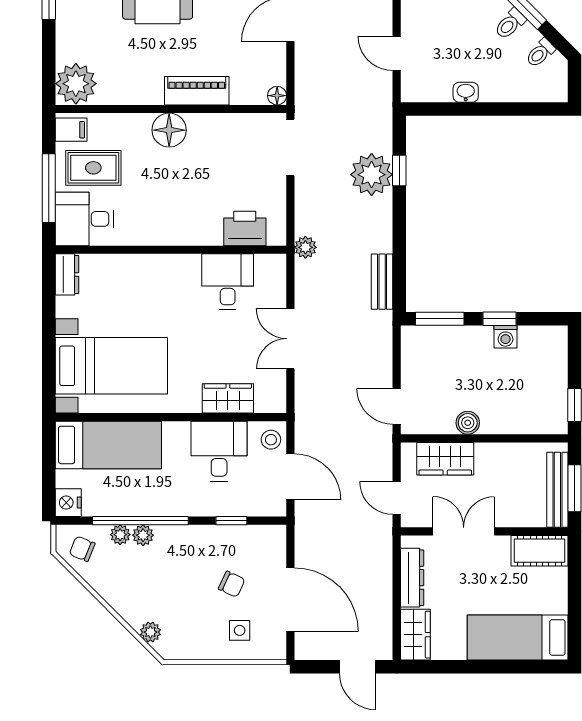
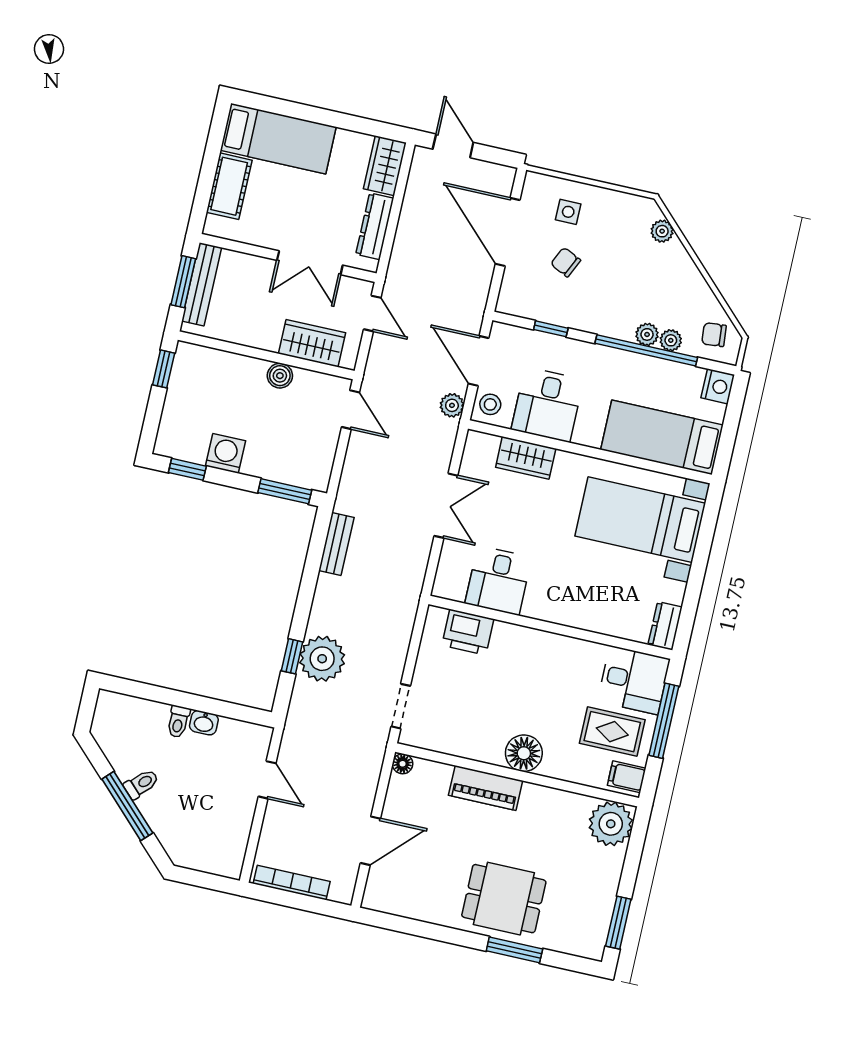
toilet: (540, 53) -> (178, 722), moved, turned 135
doorway: (290, 147) -> (401, 706), width x0.73
plant: (305, 247) -> (452, 405), moved
window: (500, 319) -> (187, 469), moved
washing machine: (505, 337) -> (225, 453), width x1.38, depth x1.38
chair: (82, 549) -> (714, 335), turned 153
cot: (540, 551) -> (229, 186), moved, turned 90

